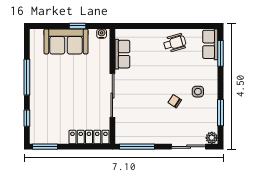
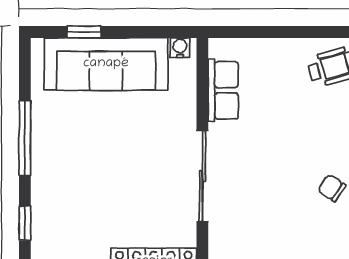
window: (78, 26) -> (84, 32), moved
sofa: (66, 41) -> (106, 64), width x1.36

